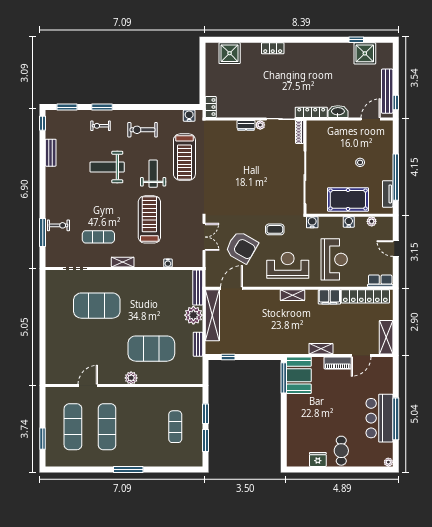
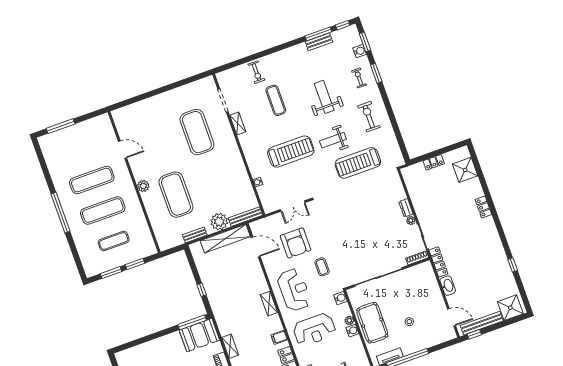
window: (356, 40) -> (513, 265), moved
shower: (365, 53) -> (510, 308), moved
locker: (211, 107) -> (434, 162), moved
water cooler: (189, 116) -> (360, 51), moved
weight bench: (153, 174) -> (333, 140), turned 180
plant: (372, 221) -> (349, 320), moved
window: (43, 232) -> (318, 34), moved
exercise mat: (98, 237) -> (276, 100), moved
armchair: (242, 247) -> (295, 243), turned -30
shelving: (123, 262) -> (238, 123), moved
filing cabinet: (329, 297) -> (279, 337), width x0.50
window: (228, 357) -> (202, 290), moved
exercise mat: (73, 427) -> (103, 210), moved
window: (43, 439) -> (61, 126), width x1.44
window: (128, 469) -> (60, 213), width x1.46

